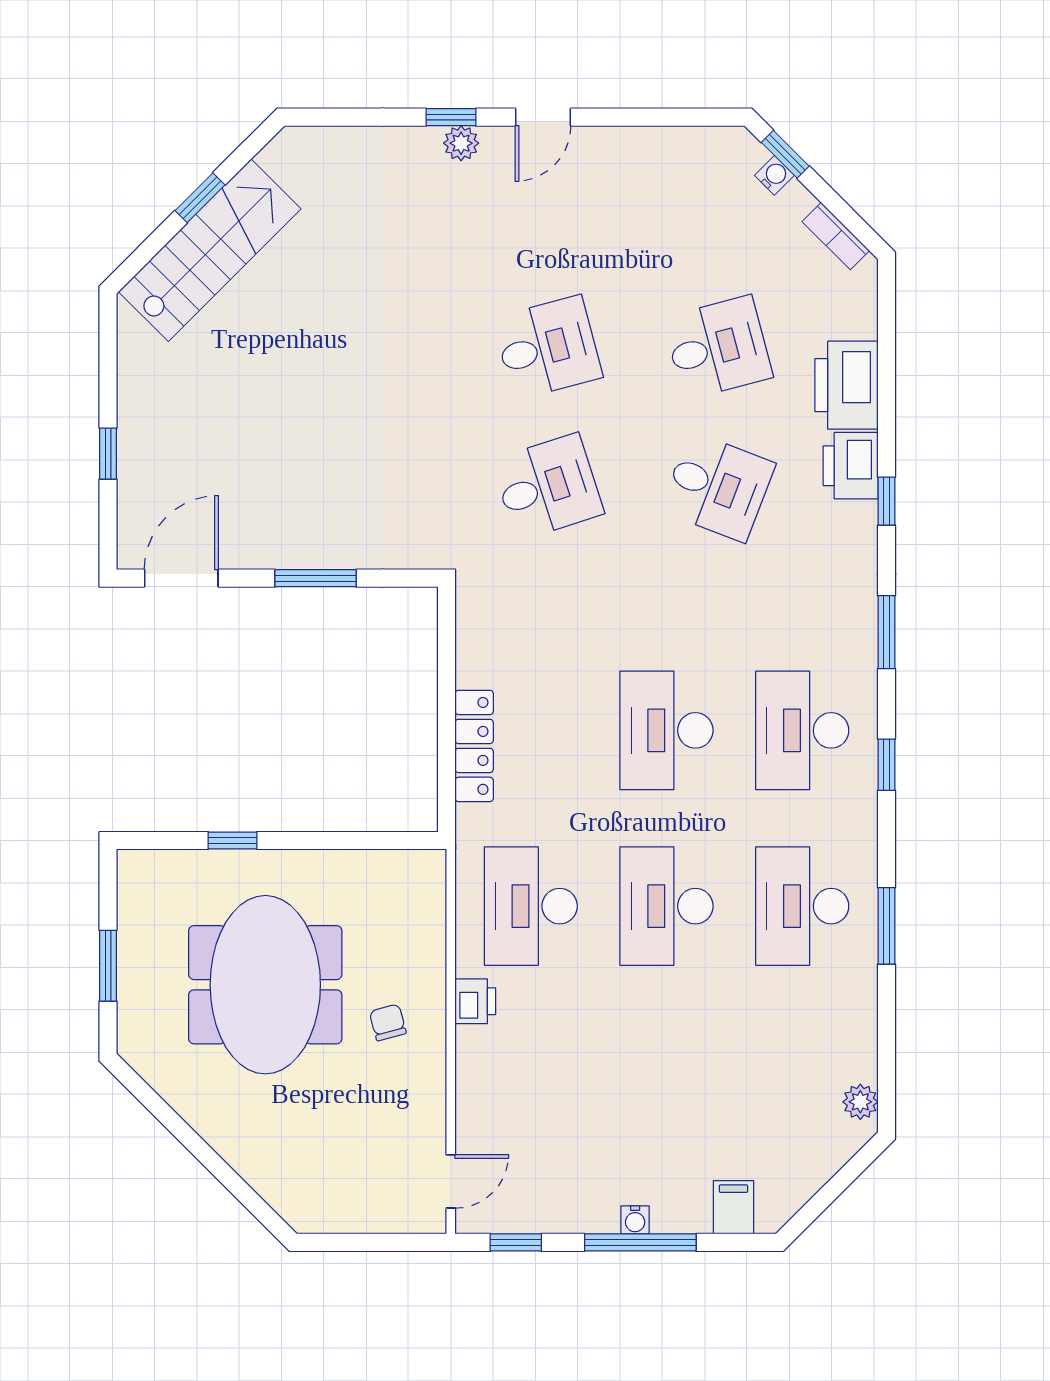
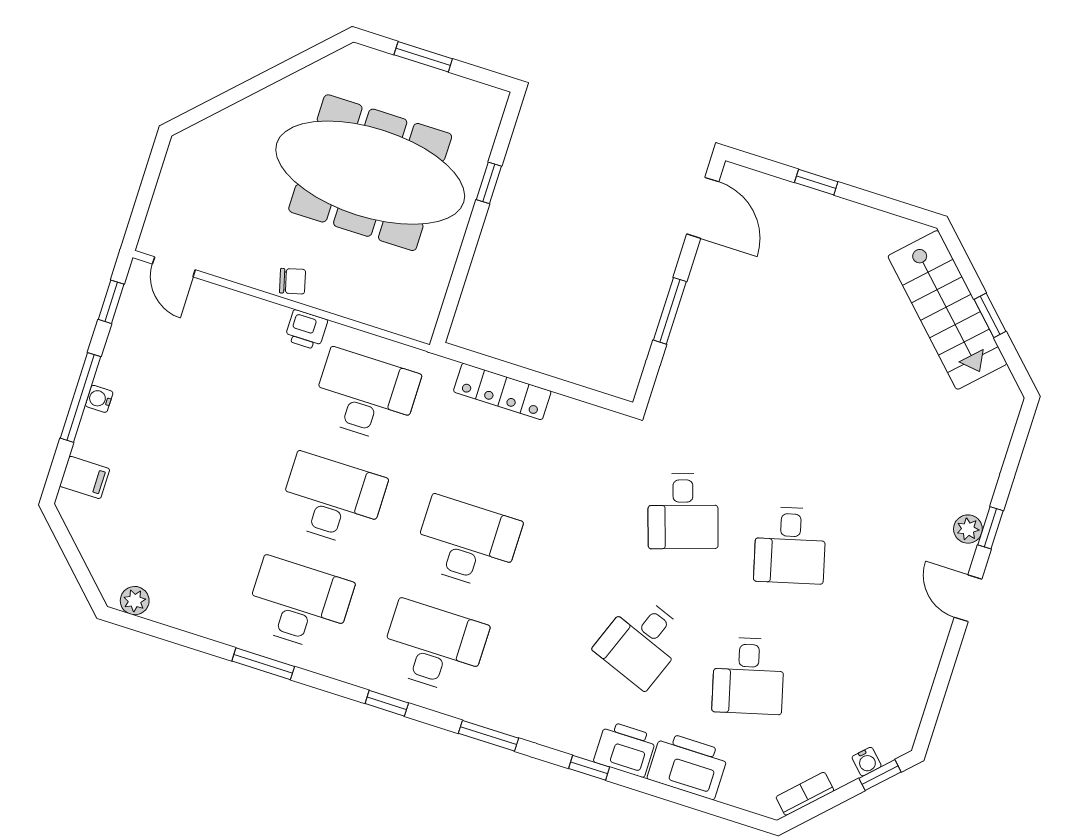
meeting table: (265, 985) -> (370, 173), width x1.36
chair: (388, 1022) -> (293, 281), moved

